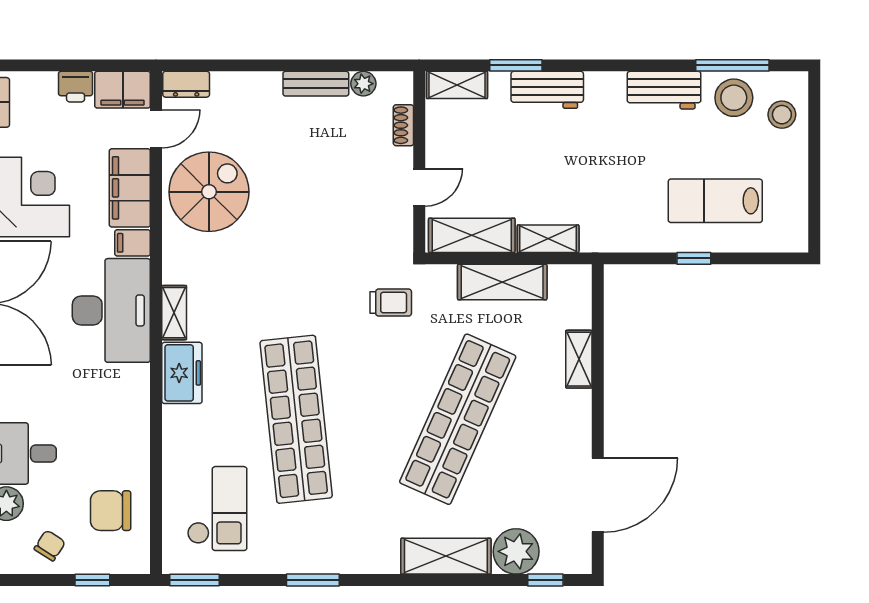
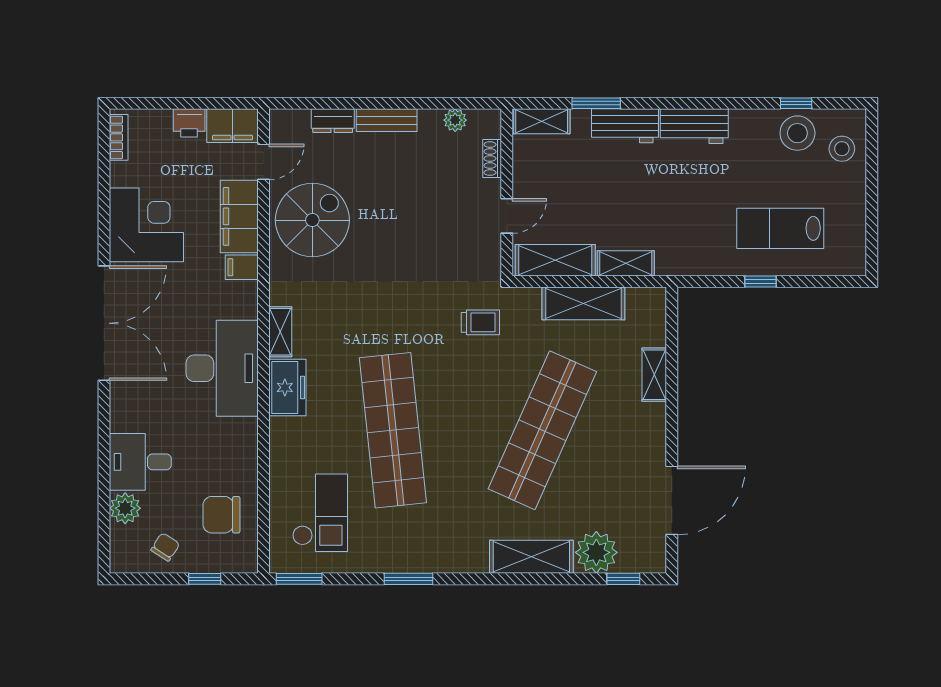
window: (732, 65) -> (796, 103), width x0.46
dresser: (186, 84) -> (333, 121), moved
bench: (316, 84) -> (387, 120), moved
workbench: (664, 90) -> (694, 126), moved
desk: (111, 310) -> (222, 368), moved

